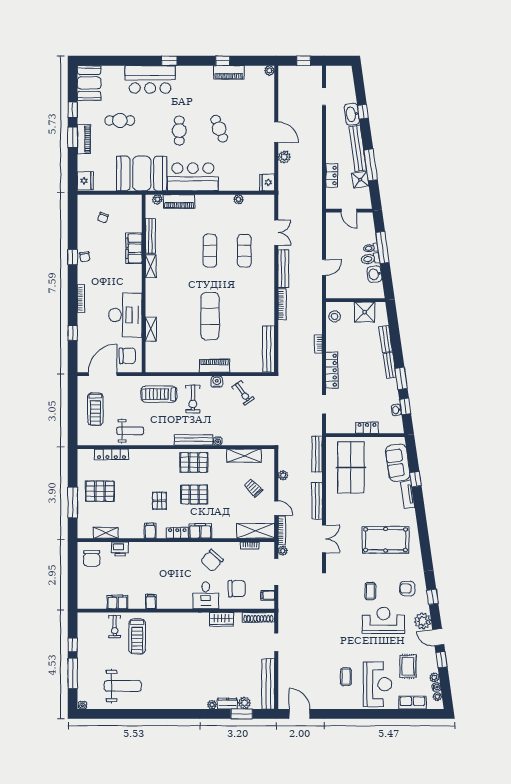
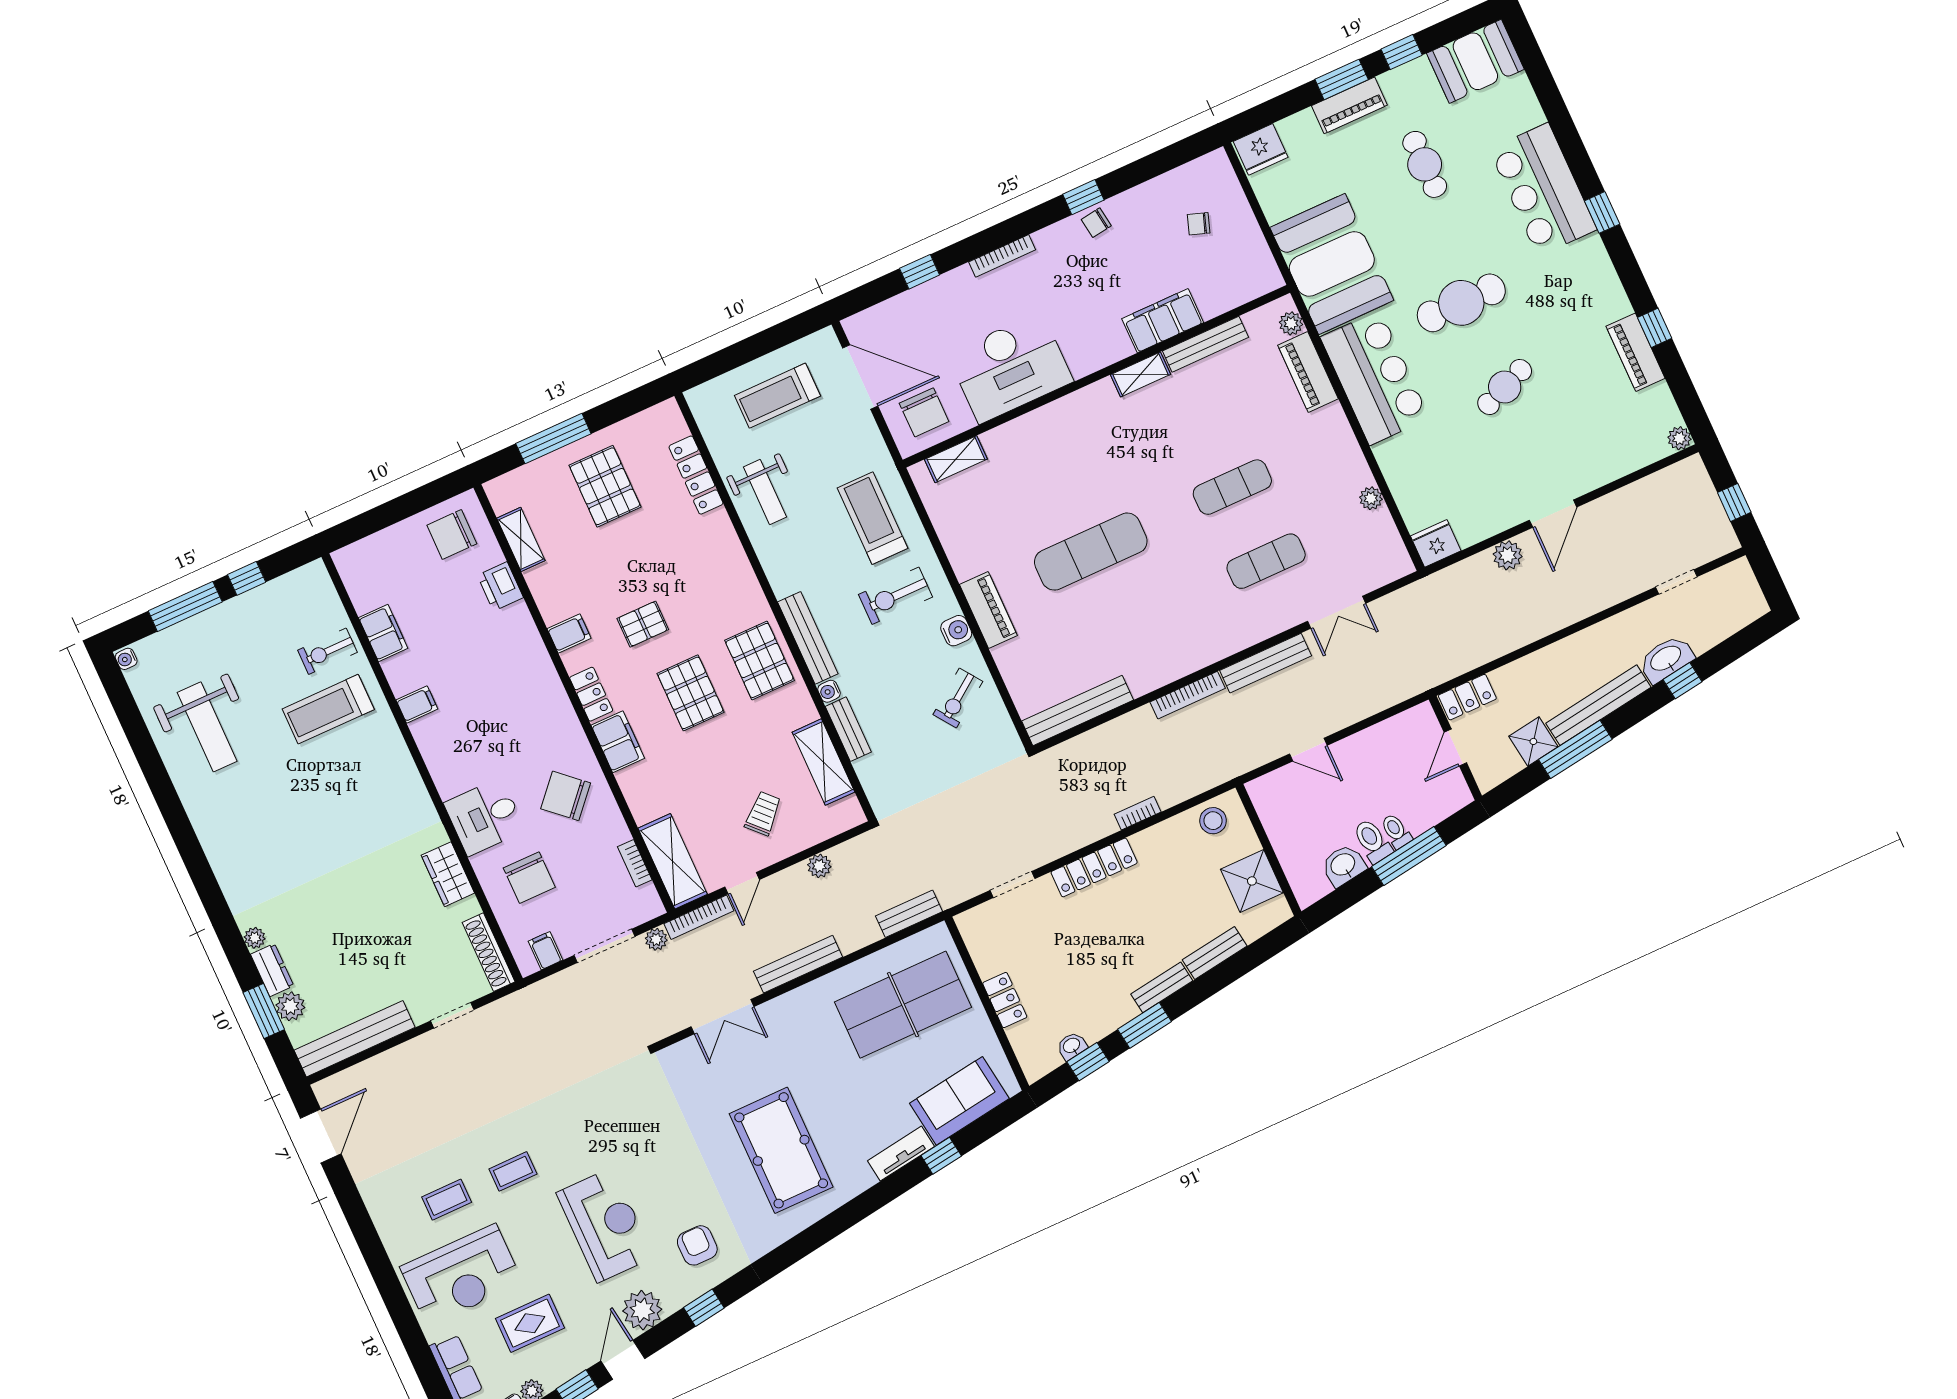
cafe table: (179, 131) -> (1461, 303), width x1.37, depth x1.35
locker: (332, 176) -> (1467, 697), moved
shelving: (151, 329) -> (956, 459), moved
bench: (236, 440) -> (848, 729), added
bench: (317, 454) -> (909, 914), width x0.73
coffee table: (370, 591) -> (513, 1171), moved

